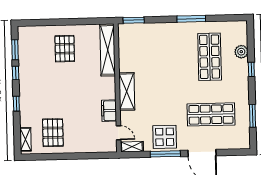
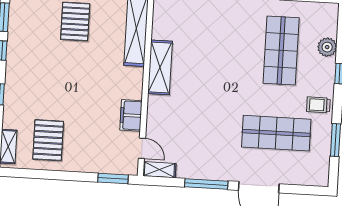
shelving: (127, 91) -> (160, 67), moved
trolley: (239, 92) -> (318, 105), added
display table: (165, 137) -> (207, 160), removed
window: (100, 155) -> (113, 178), added

